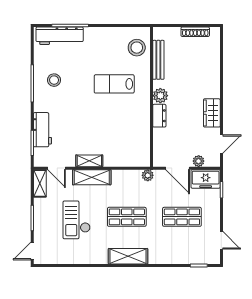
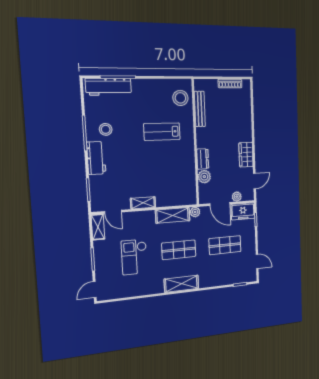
plant: (160, 96) -> (204, 177), moved
workbench: (42, 130) -> (96, 158), moved
shelving: (92, 177) -> (173, 215), moved

